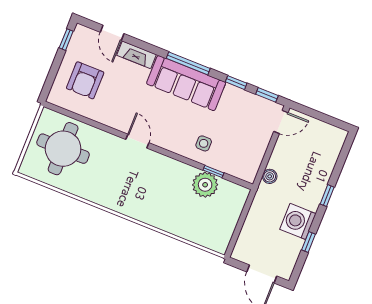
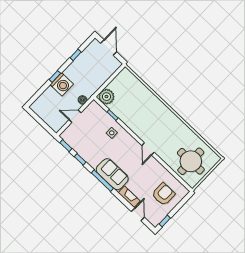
sofa: (186, 83) -> (112, 174), width x0.73
door: (281, 122) -> (75, 116), moved
plant: (205, 185) -> (106, 97), moved
washing machine: (298, 221) -> (62, 84), moved

